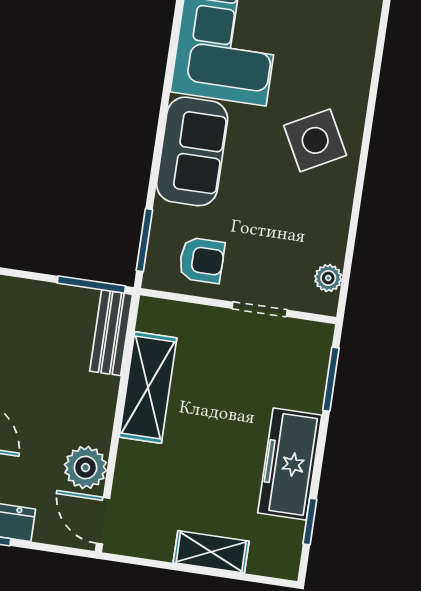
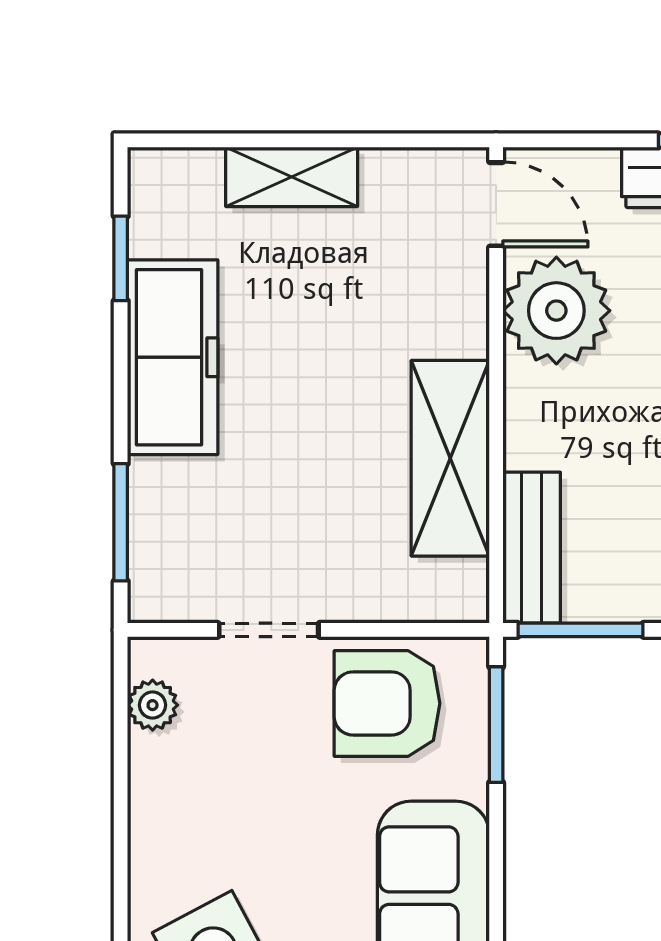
armchair: (202, 260) -> (387, 703), width x1.38, depth x1.38
plant: (86, 468) -> (556, 311), width x1.36, depth x1.36

